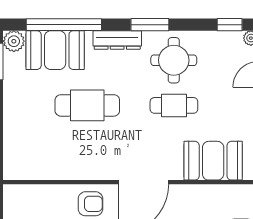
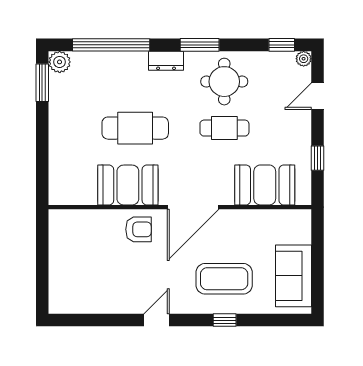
dresser: (117, 40) -> (166, 61), width x0.70
booth: (55, 50) -> (128, 185), moved

